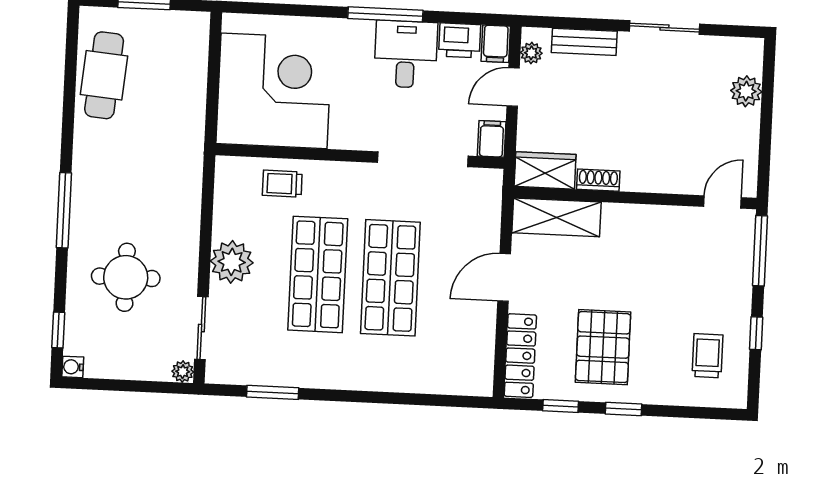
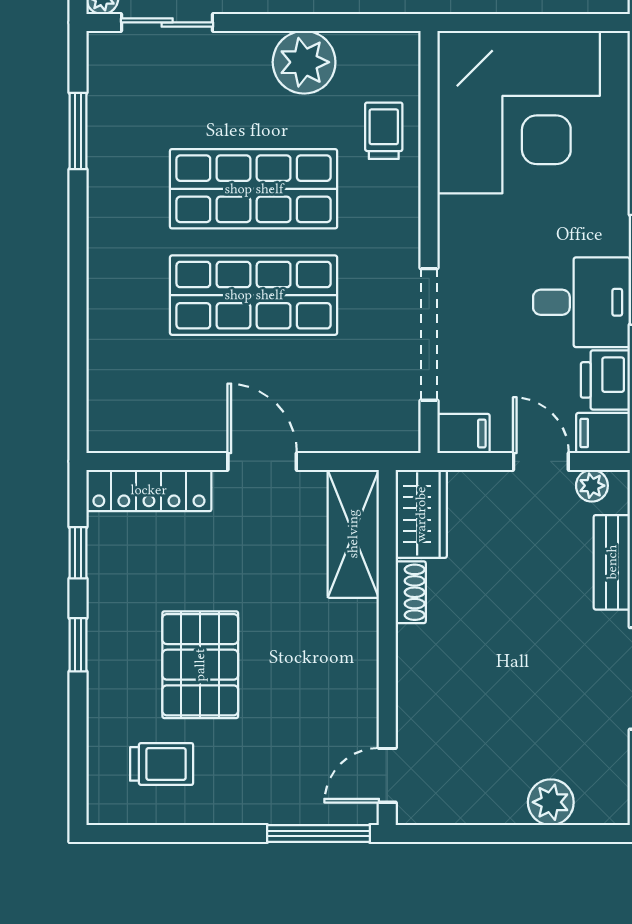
door: (722, 202) -> (387, 775), swing flipped
plant: (232, 262) -> (304, 62), moved
window: (756, 333) -> (198, 833), removed
pallet: (603, 347) -> (200, 665), moved, turned 90

